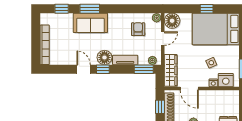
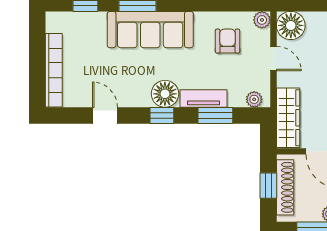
sofa: (90, 23) -> (150, 30), width x1.36
door: (163, 39) -> (273, 59), hinge flipped
door: (84, 69) -> (105, 116), moved
window: (144, 69) -> (215, 116), moved

